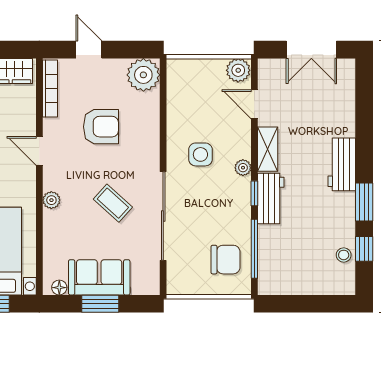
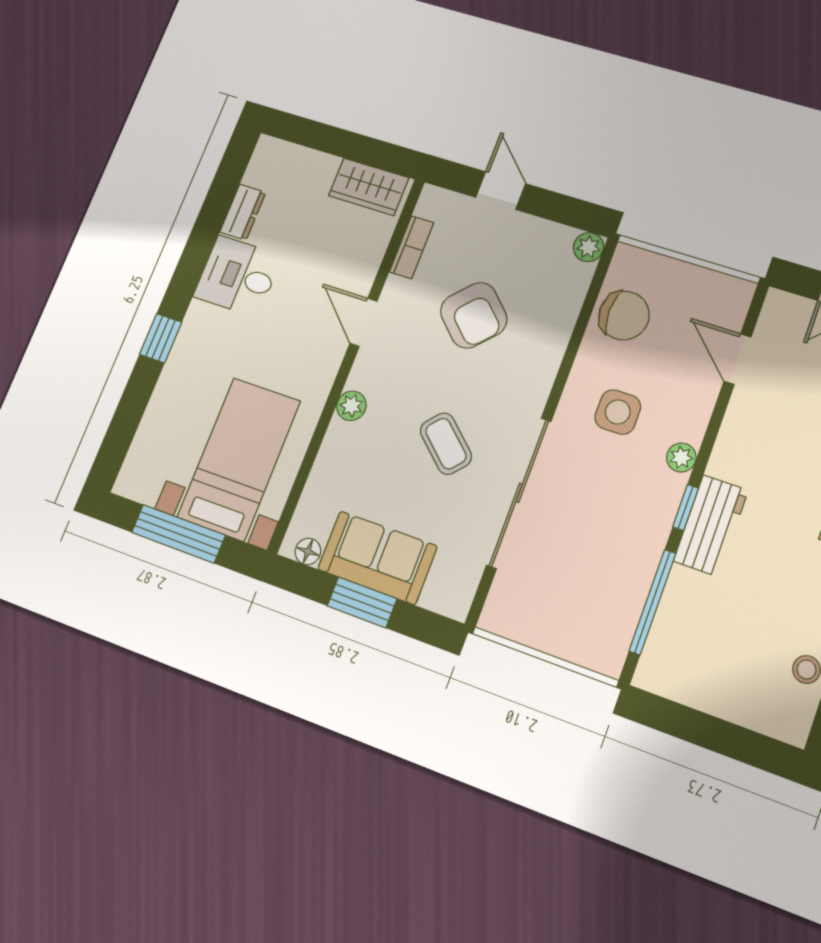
plant: (238, 70) -> (730, 296), removed
plant: (143, 75) -> (589, 247), width x0.53, depth x0.53
bookcase: (50, 88) -> (411, 247), width x0.64
armchair: (101, 127) -> (474, 315), turned 44
shelving: (268, 149) -> (734, 440), removed
chair: (226, 260) -> (624, 316), moved

